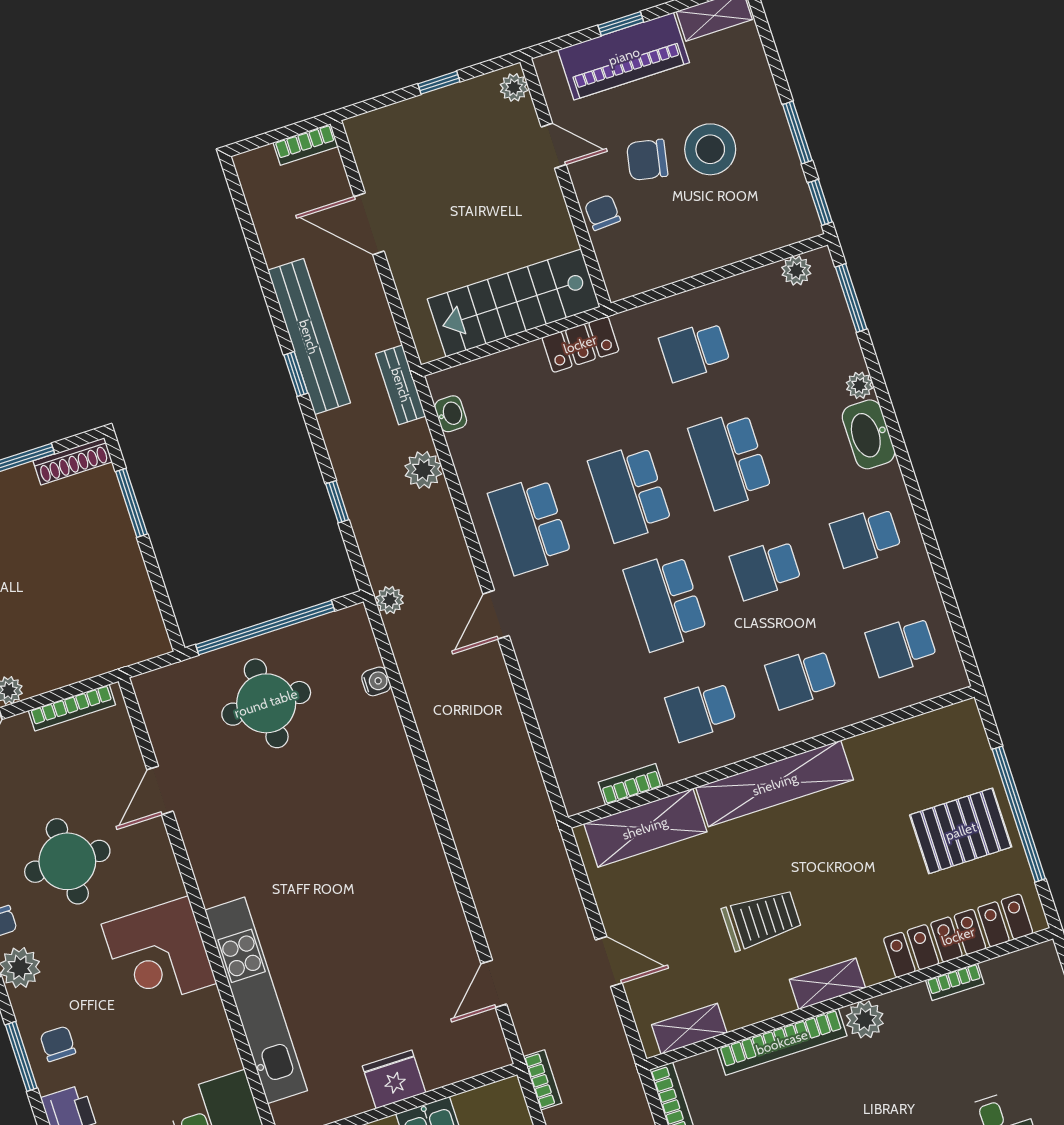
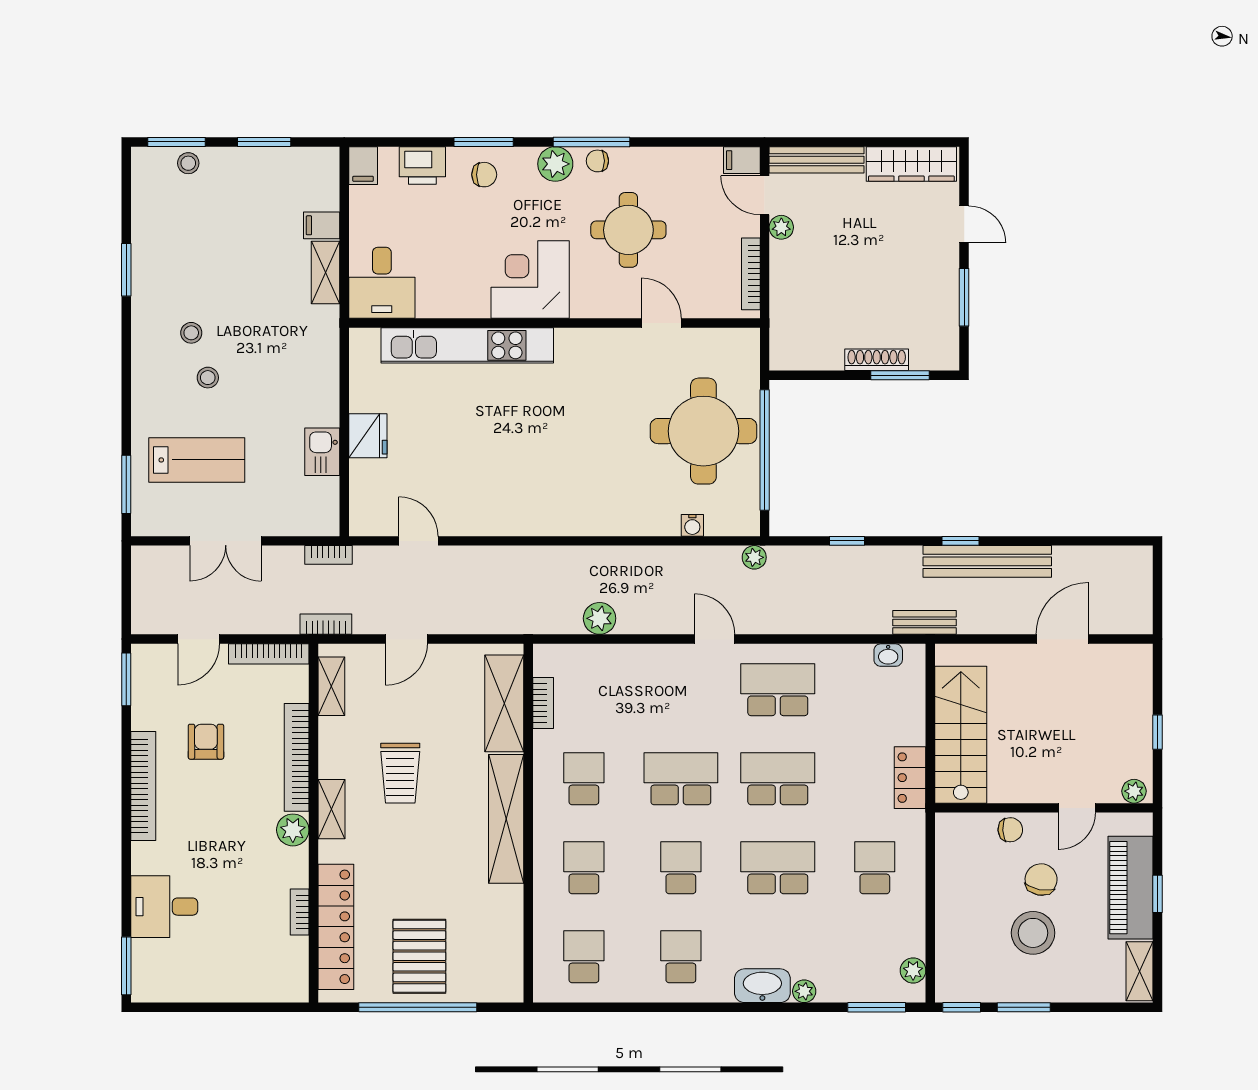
bookcase: (306, 144) -> (326, 624), moved, turned 90
shoe rack: (73, 461) -> (877, 360), moved, turned 90
plant: (423, 470) -> (600, 618), moved
round table: (266, 703) -> (703, 431), width x1.36, depth x1.36

